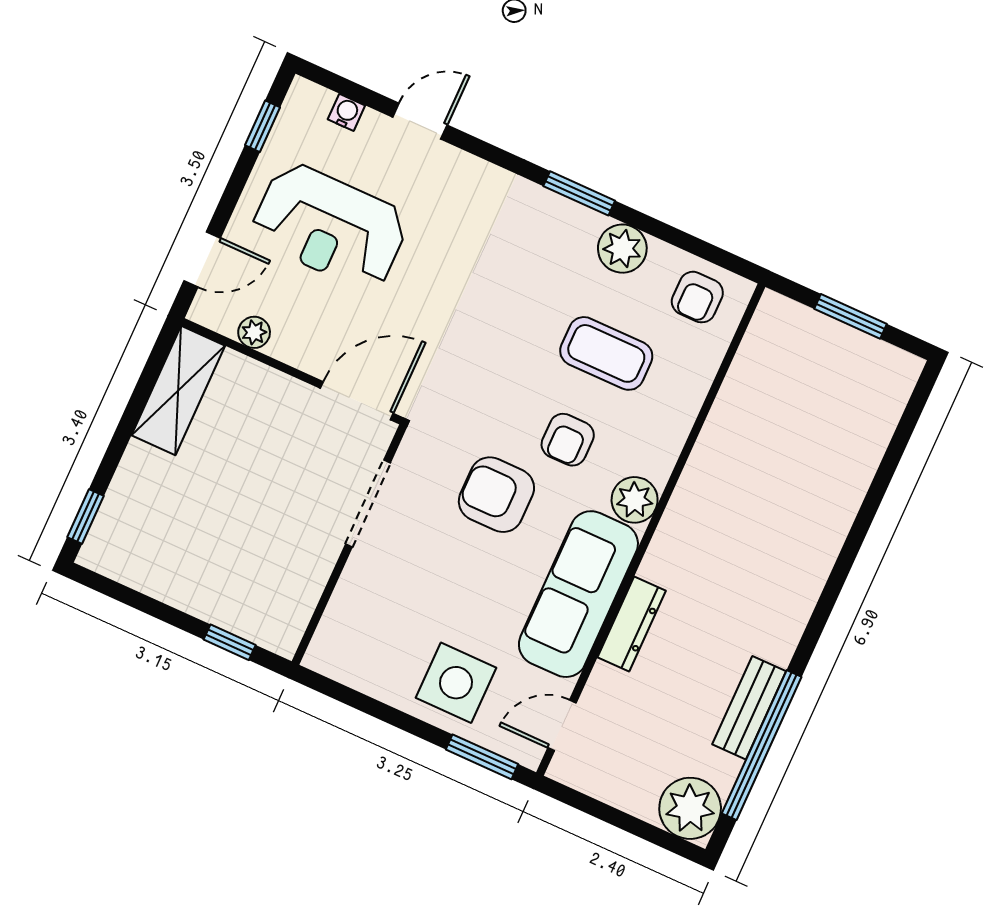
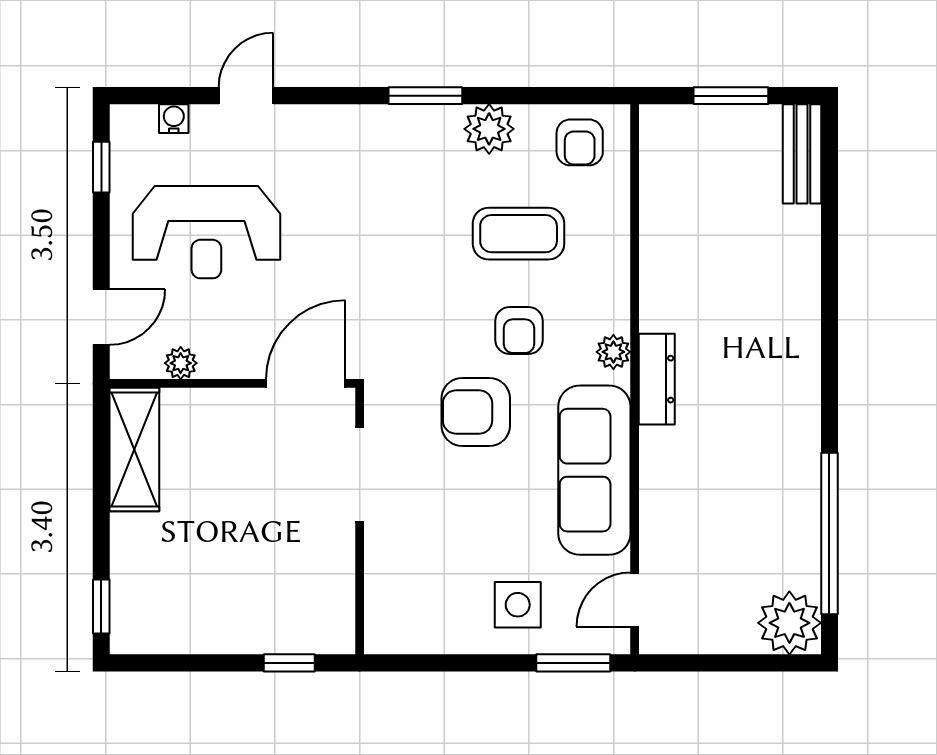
plant: (635, 500) -> (613, 352), width x0.73, depth x0.73
dresser: (632, 624) -> (657, 379), moved
side table: (456, 683) -> (518, 605), width x0.73, depth x0.73
bench: (749, 708) -> (802, 154), moved

